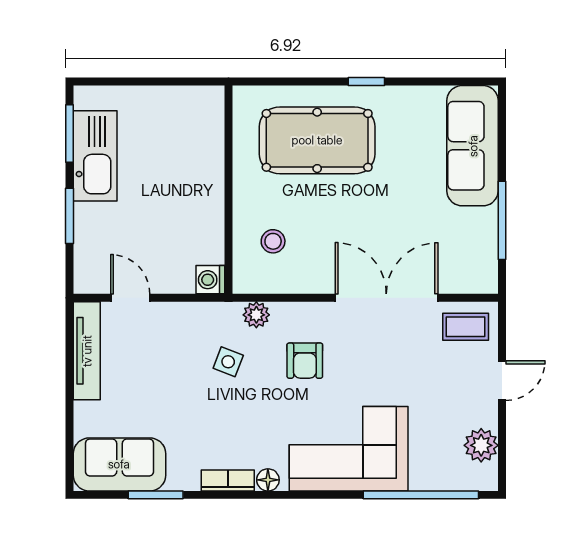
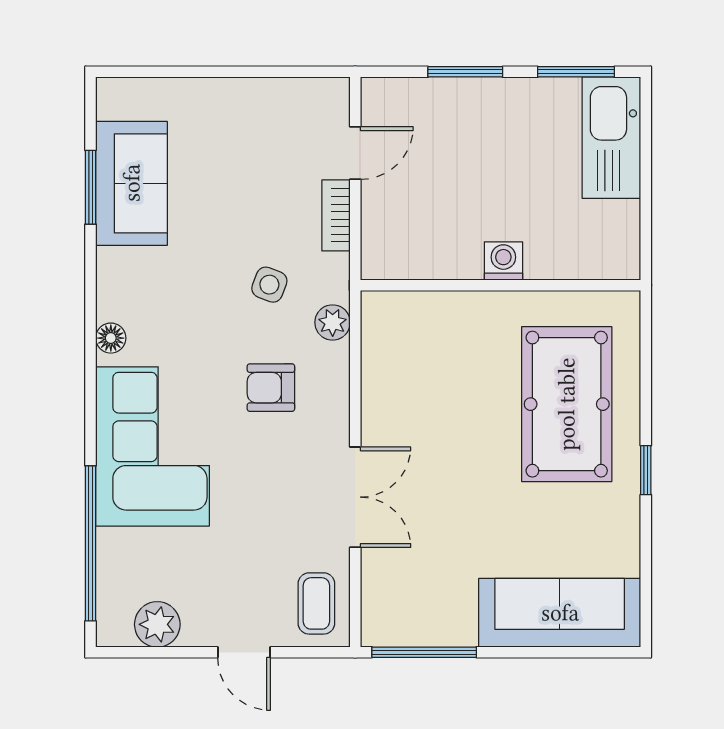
kitchen sink: (95, 156) -> (611, 138), moved, turned 90
window: (502, 220) -> (424, 652), moved
stool: (273, 241) -> (431, 345), removed
washing machine: (210, 280) -> (503, 261), moved
double door: (386, 298) -> (355, 497), width x0.73
tv unit: (87, 351) -> (284, 95), removed
sofa: (119, 464) -> (132, 183), moved
bookcase: (228, 481) -> (336, 215), moved, turned 180

